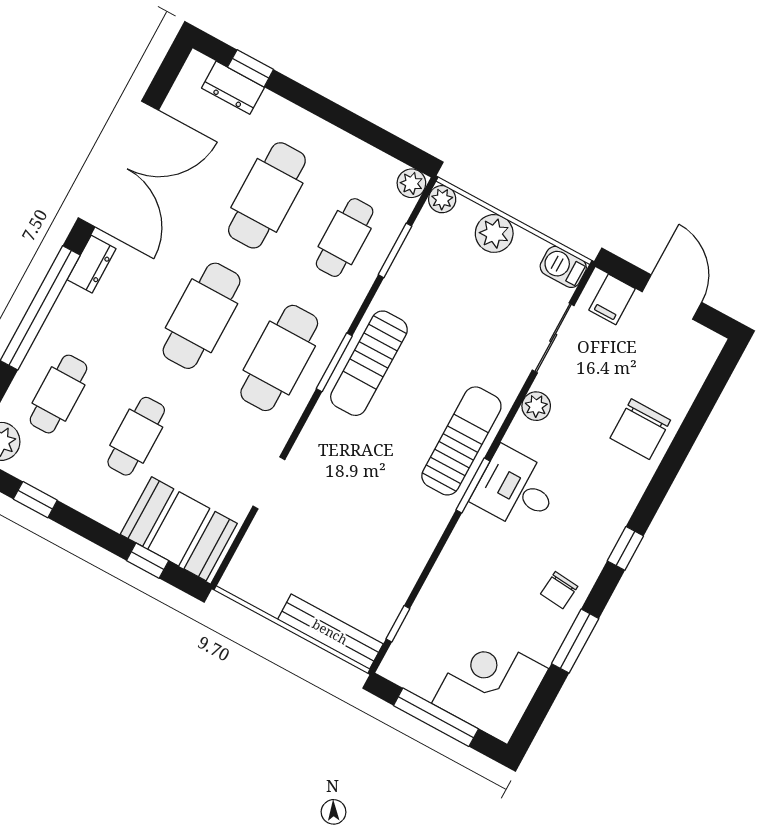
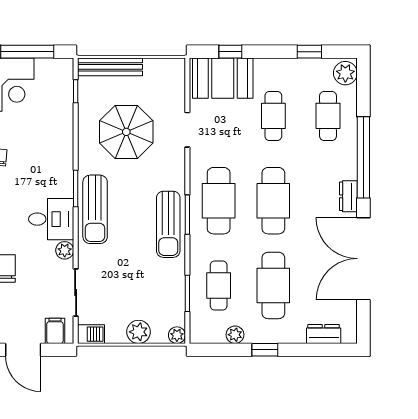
window: (251, 68) -> (265, 350), moved
plant: (411, 183) -> (235, 335), moved
sun lounger: (369, 363) -> (168, 224), turned 180
desk: (516, 489) -> (51, 219), moved
parasol: (357, 527) -> (126, 132), added

